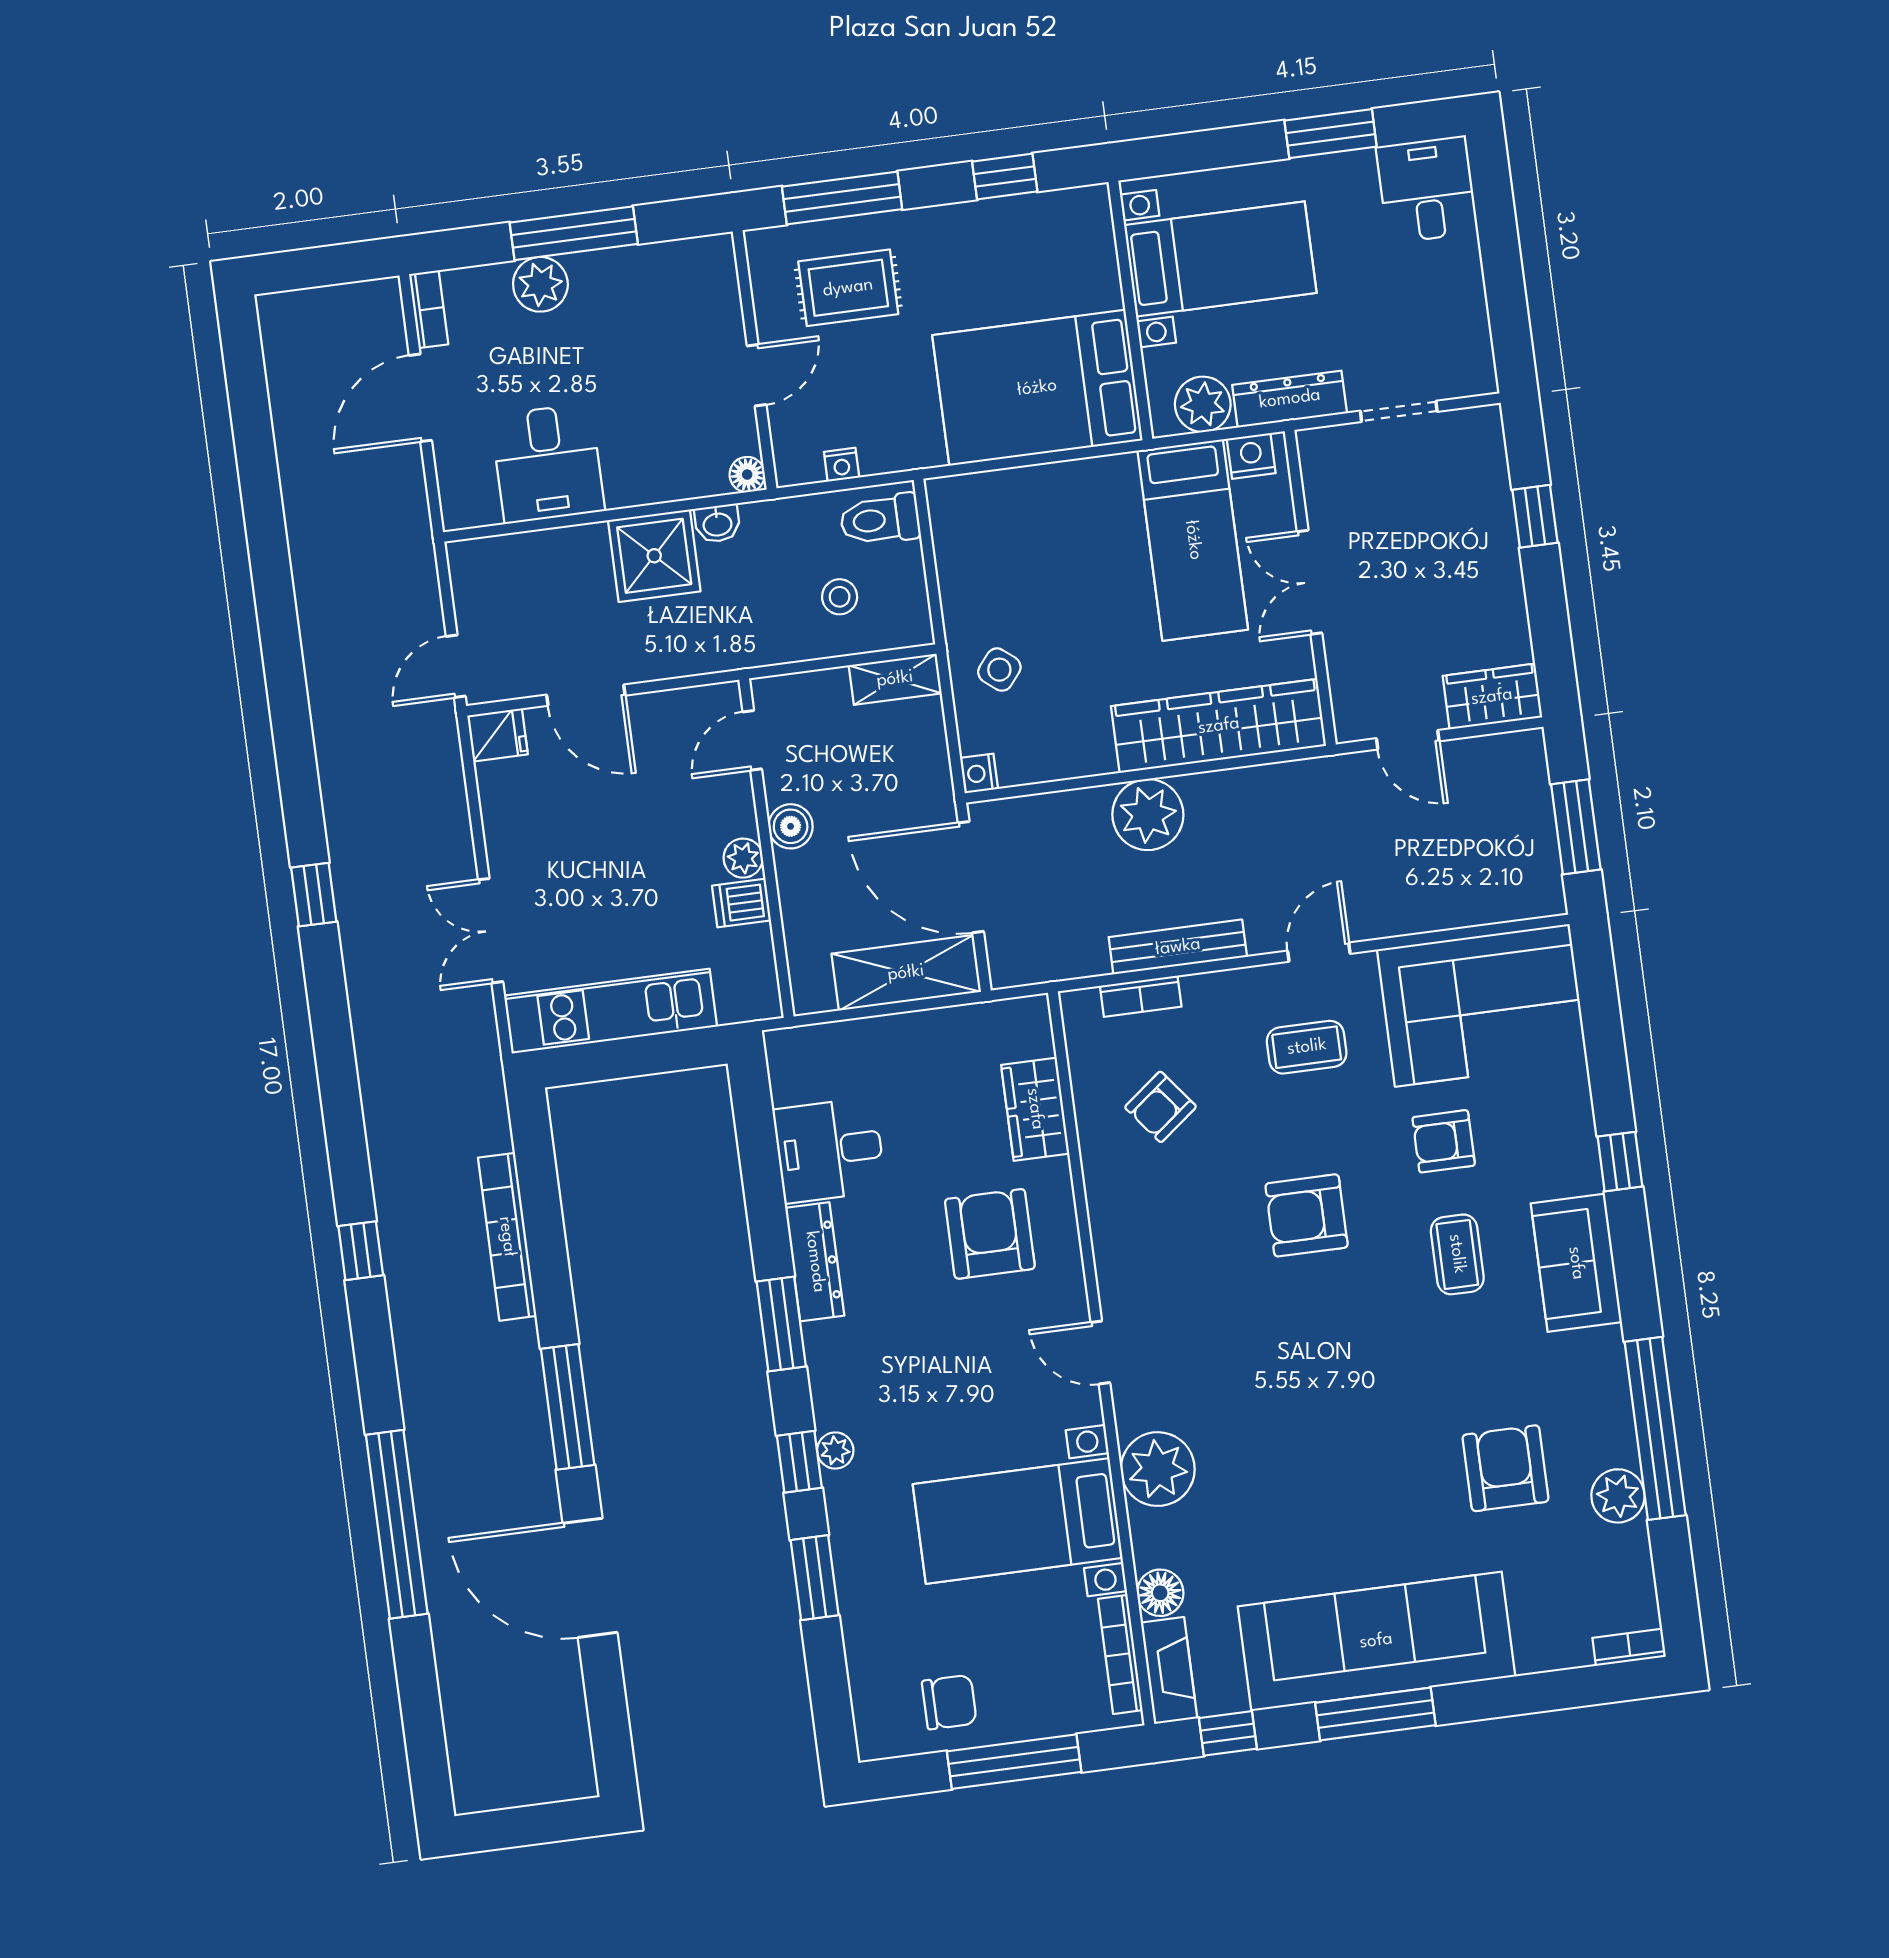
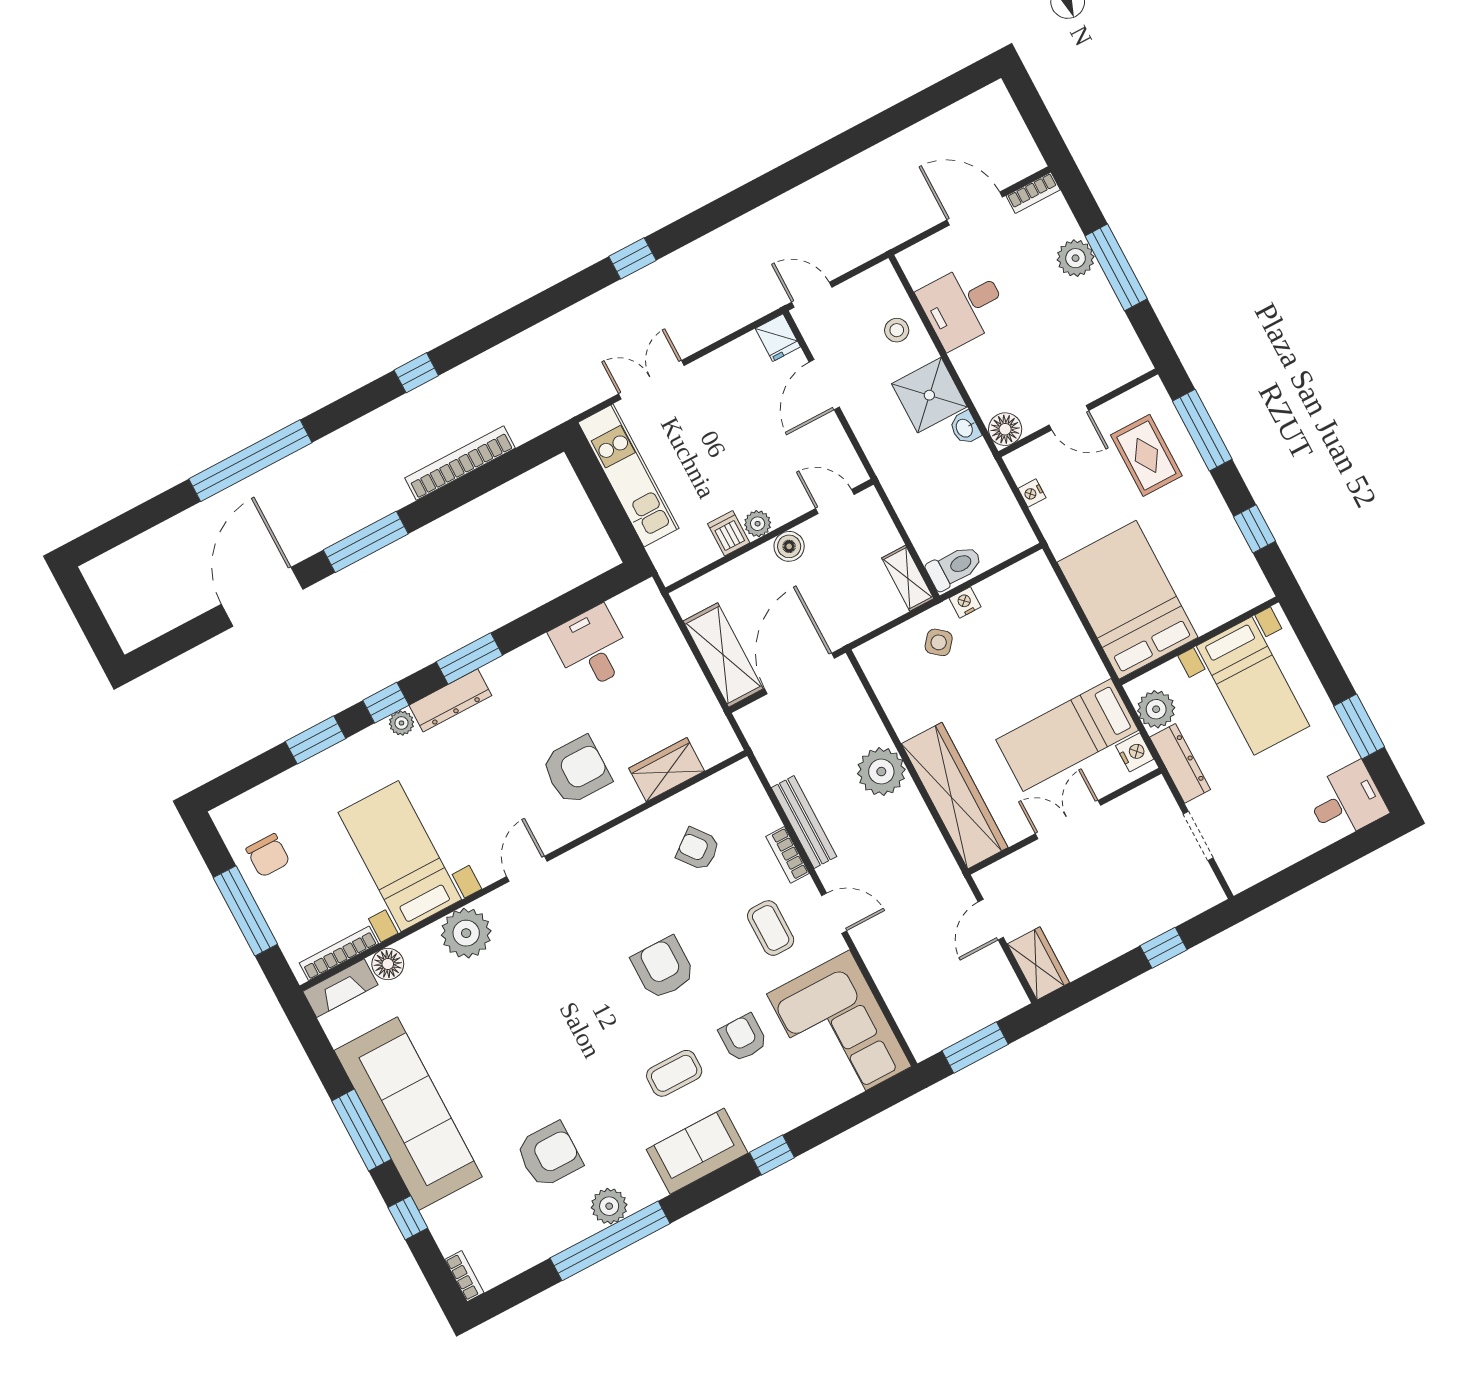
floor lamp: (747, 475) -> (1005, 429), width x1.37, depth x1.37
toilet: (880, 520) -> (954, 567), moved, turned 90
stool: (840, 597) -> (897, 330), moved
nightstand: (979, 773) -> (965, 602), moved
bookcase: (1141, 996) -> (787, 855), moved
dresser: (815, 1262) -> (450, 700), moved
plant: (1618, 1496) -> (609, 1206), moved
window: (1228, 1733) -> (408, 1218), moved

